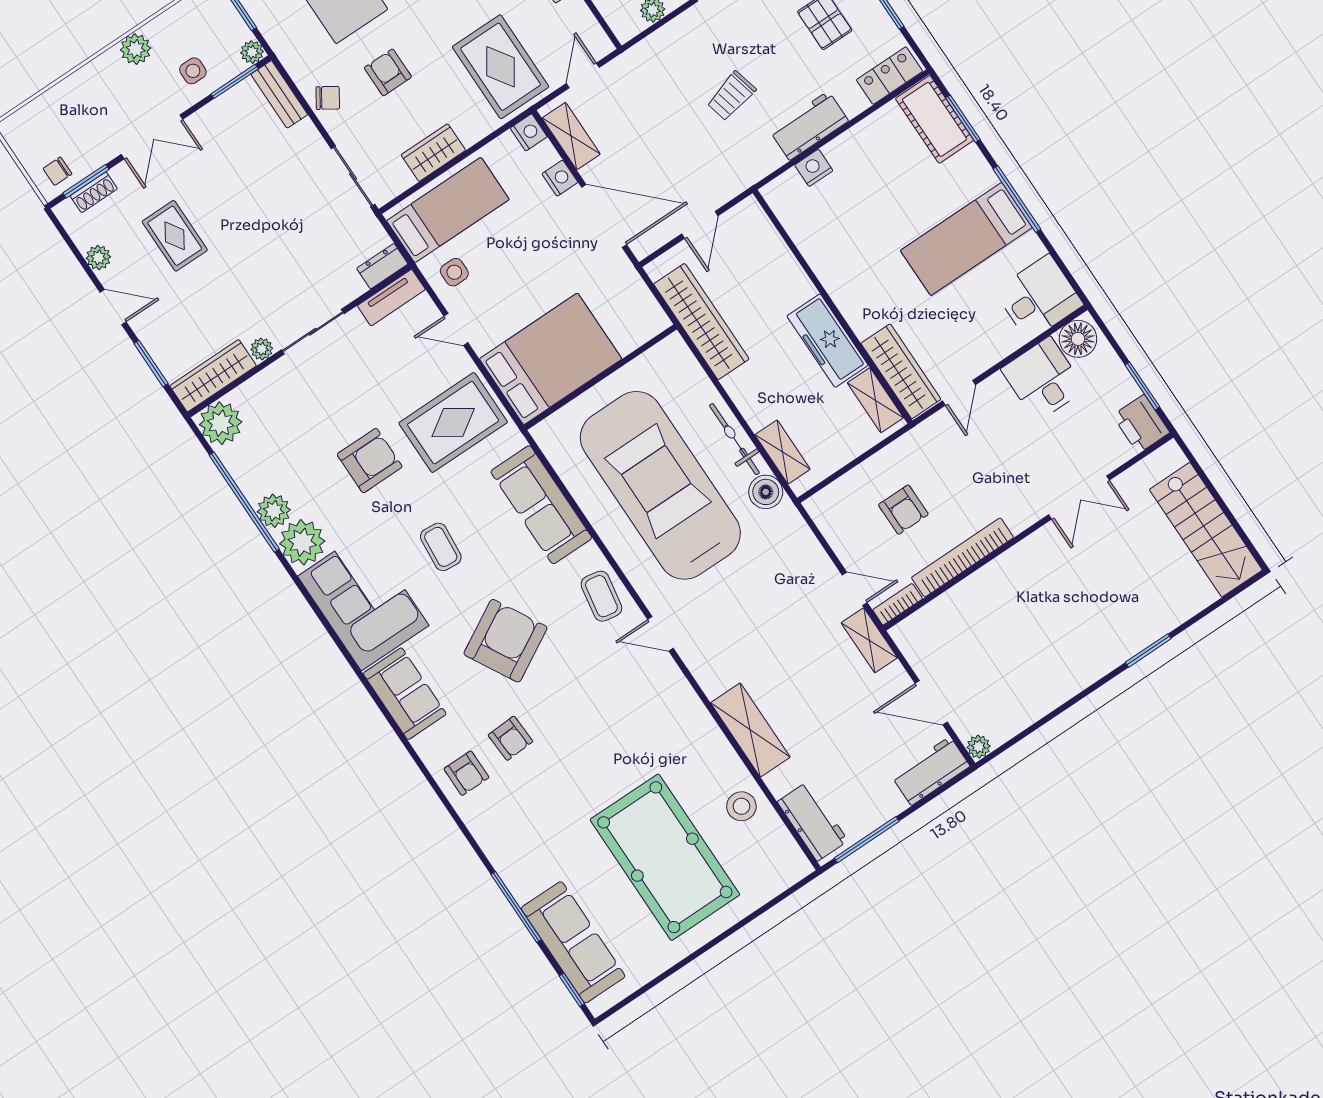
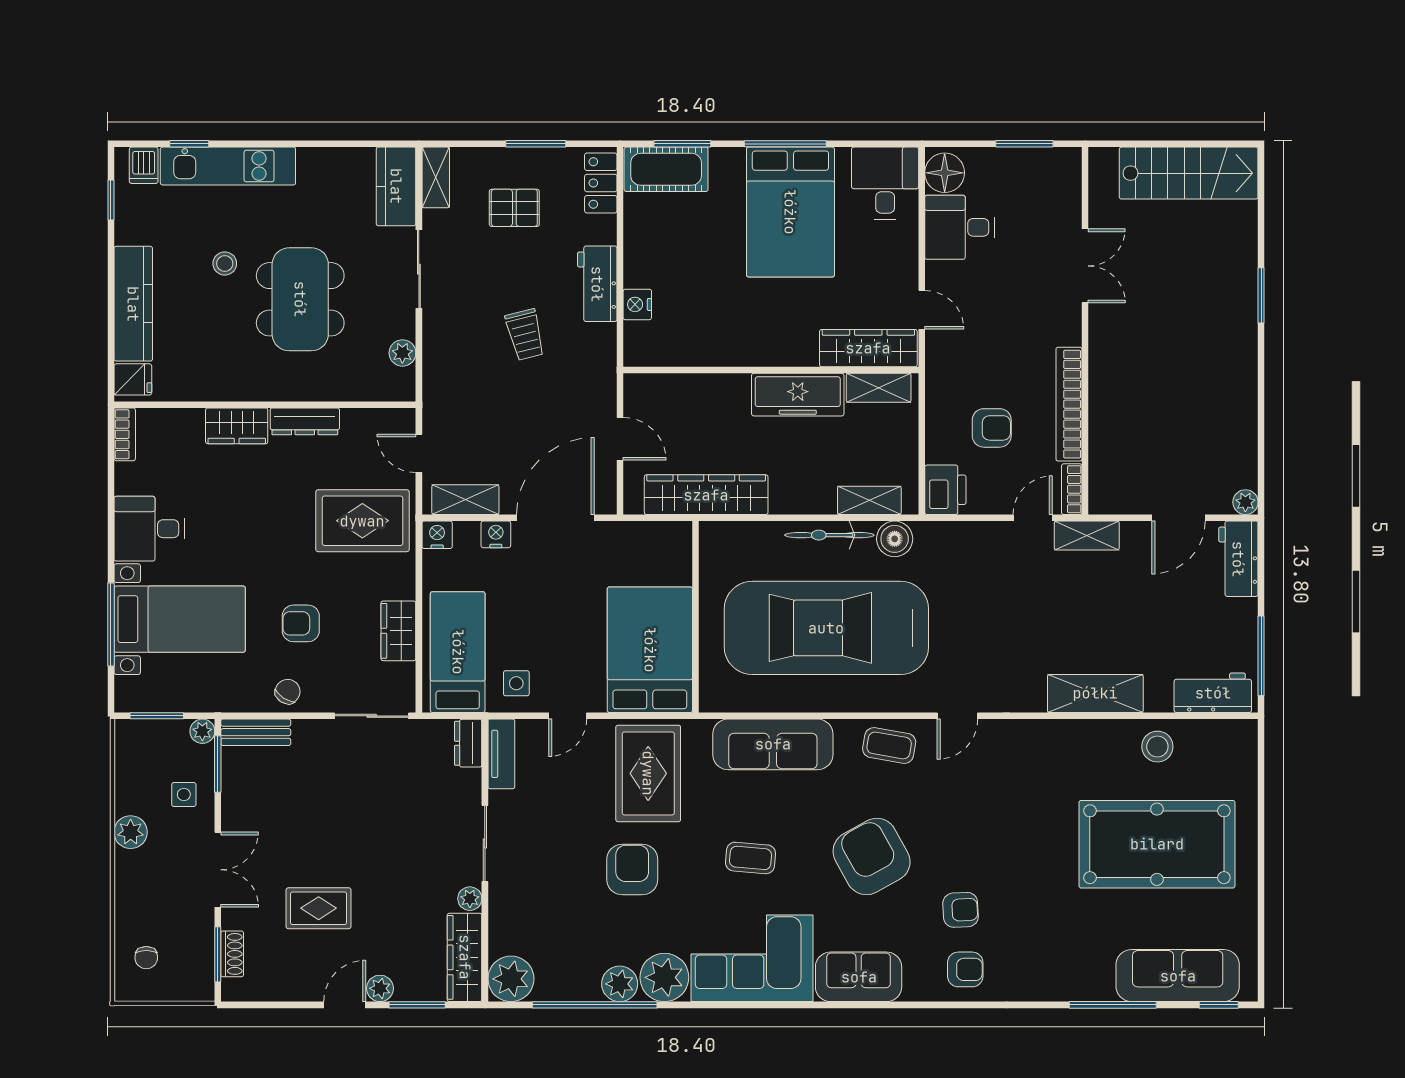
chair: (57, 171) -> (146, 958), moved
bed: (966, 239) -> (790, 212), width x1.50
plant: (98, 258) -> (380, 988), moved
printer: (1141, 424) -> (945, 490), moved, turned -90

